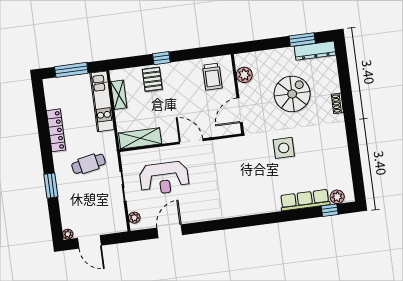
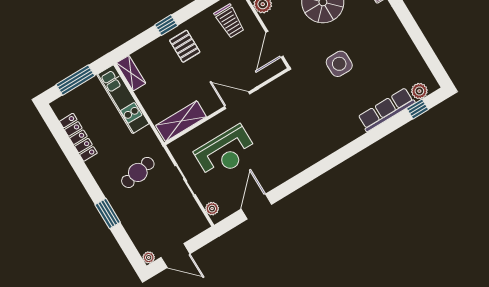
pallet: (152, 79) -> (185, 46), moved
shelving: (119, 95) -> (131, 73), moved
locker: (56, 130) -> (78, 137), moved

